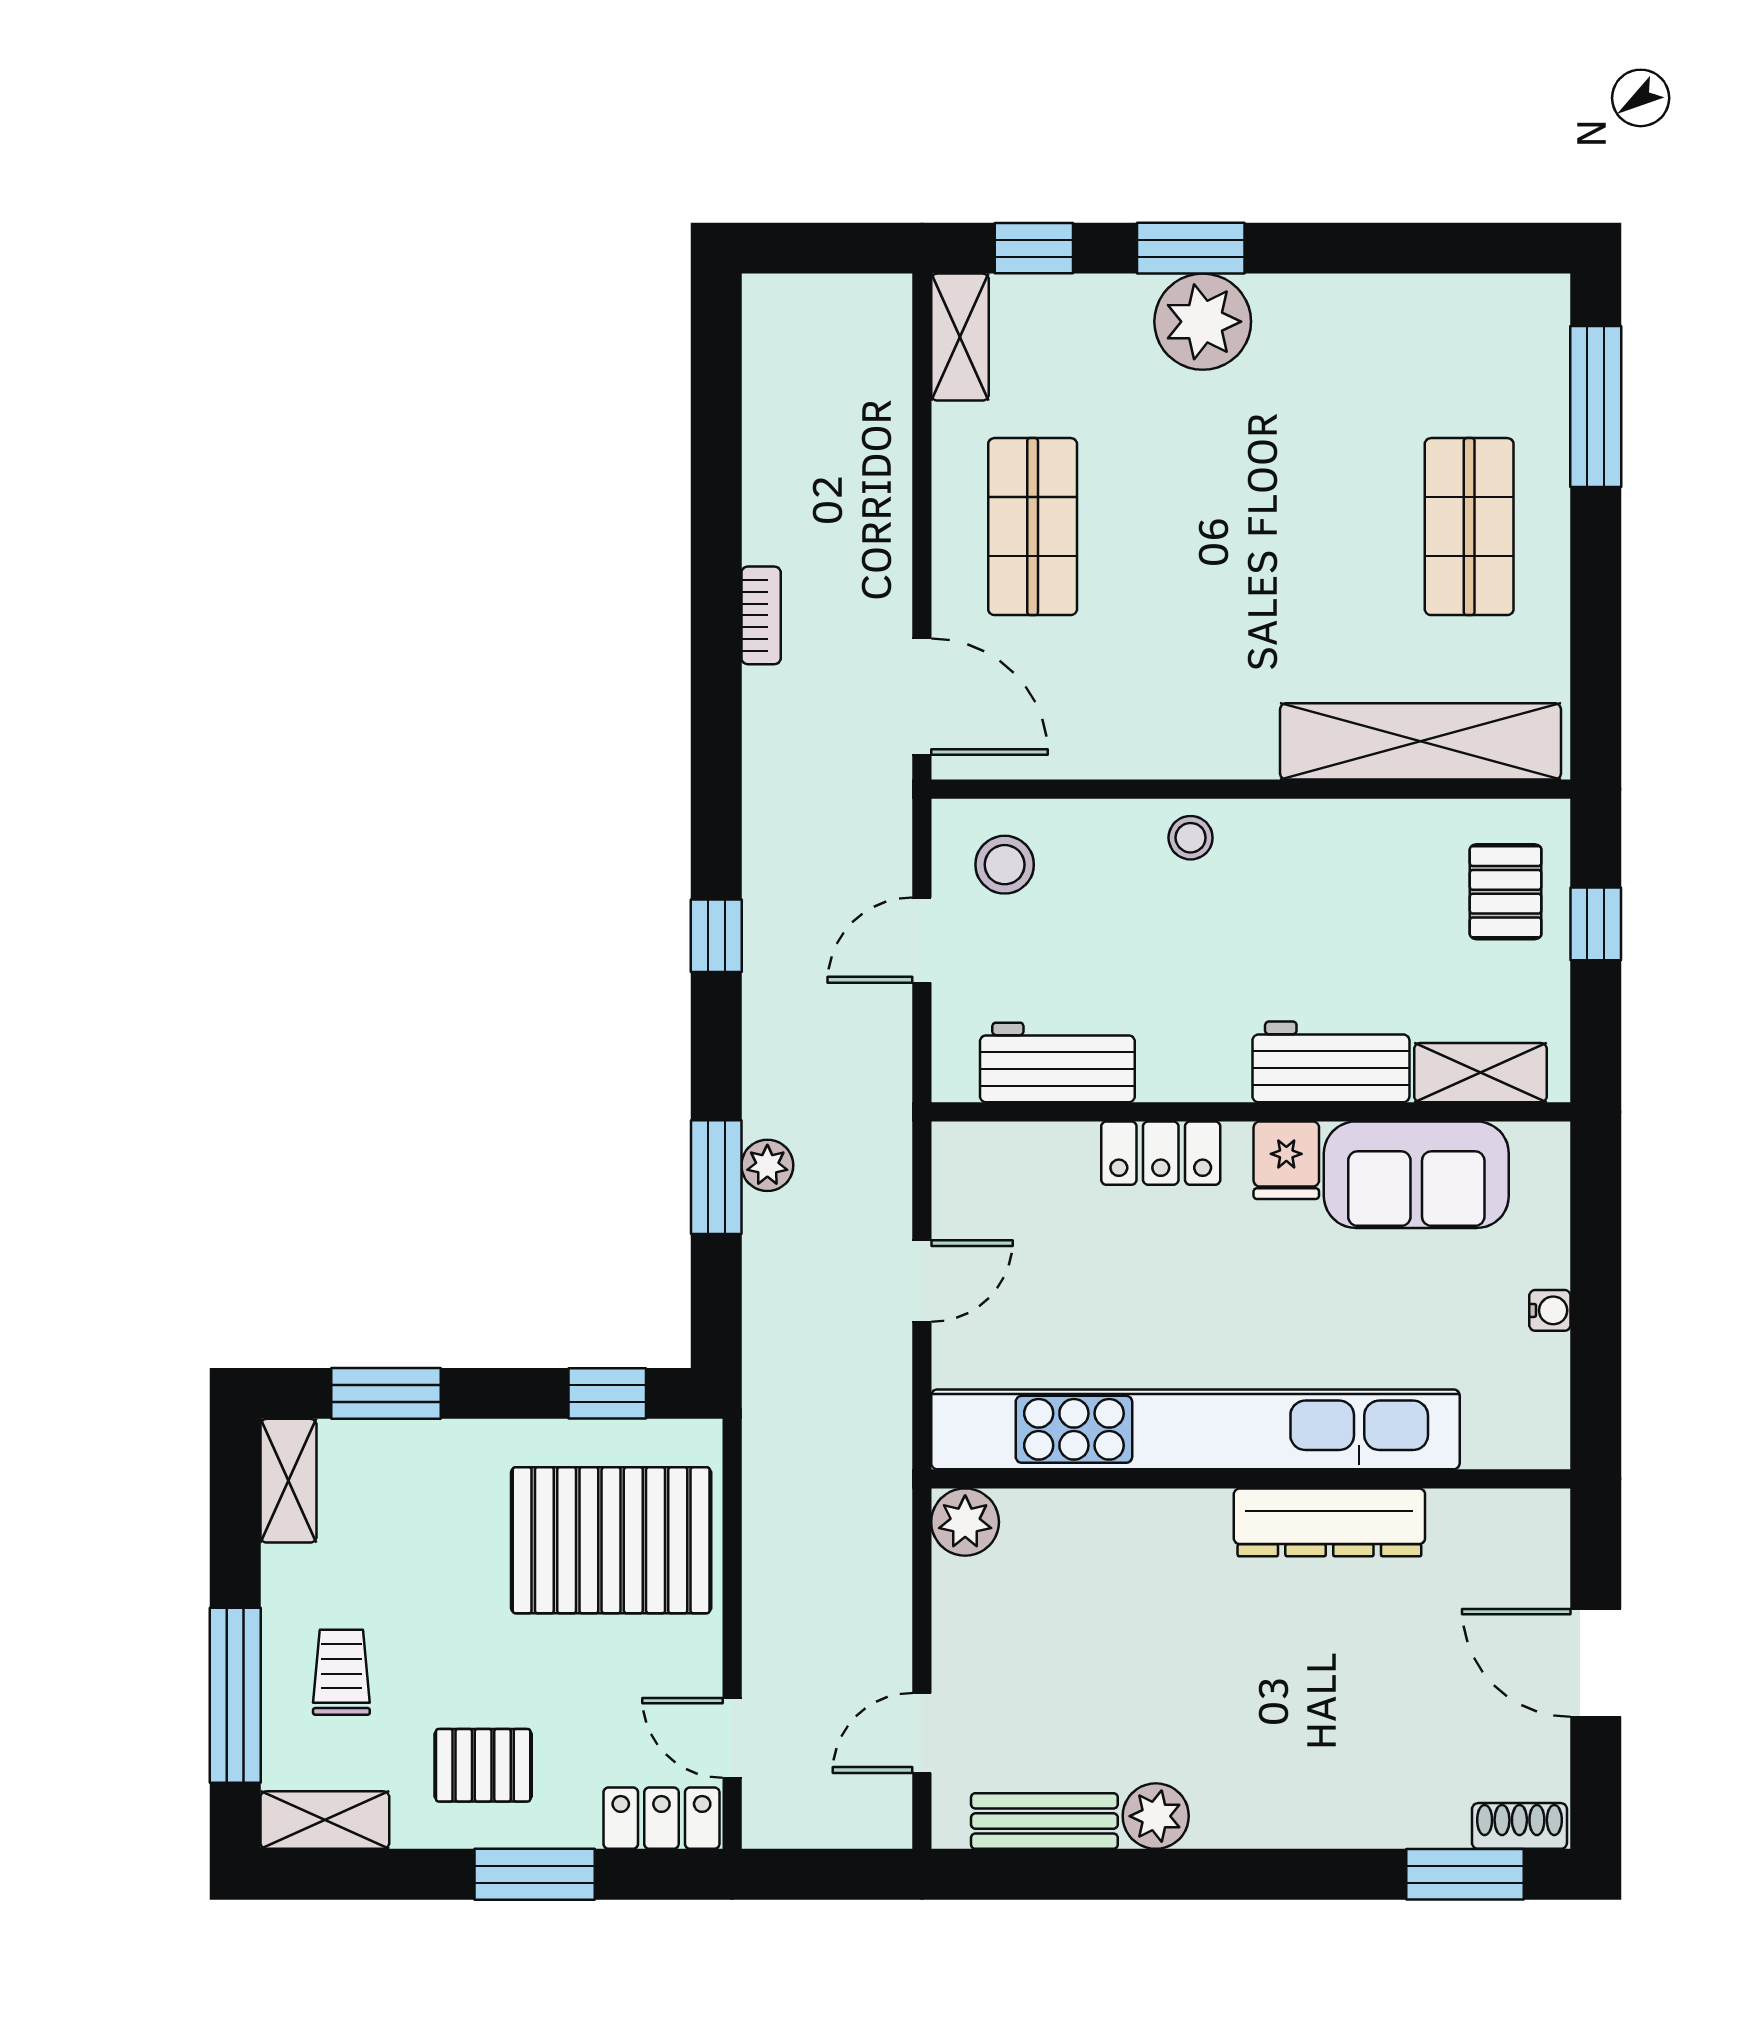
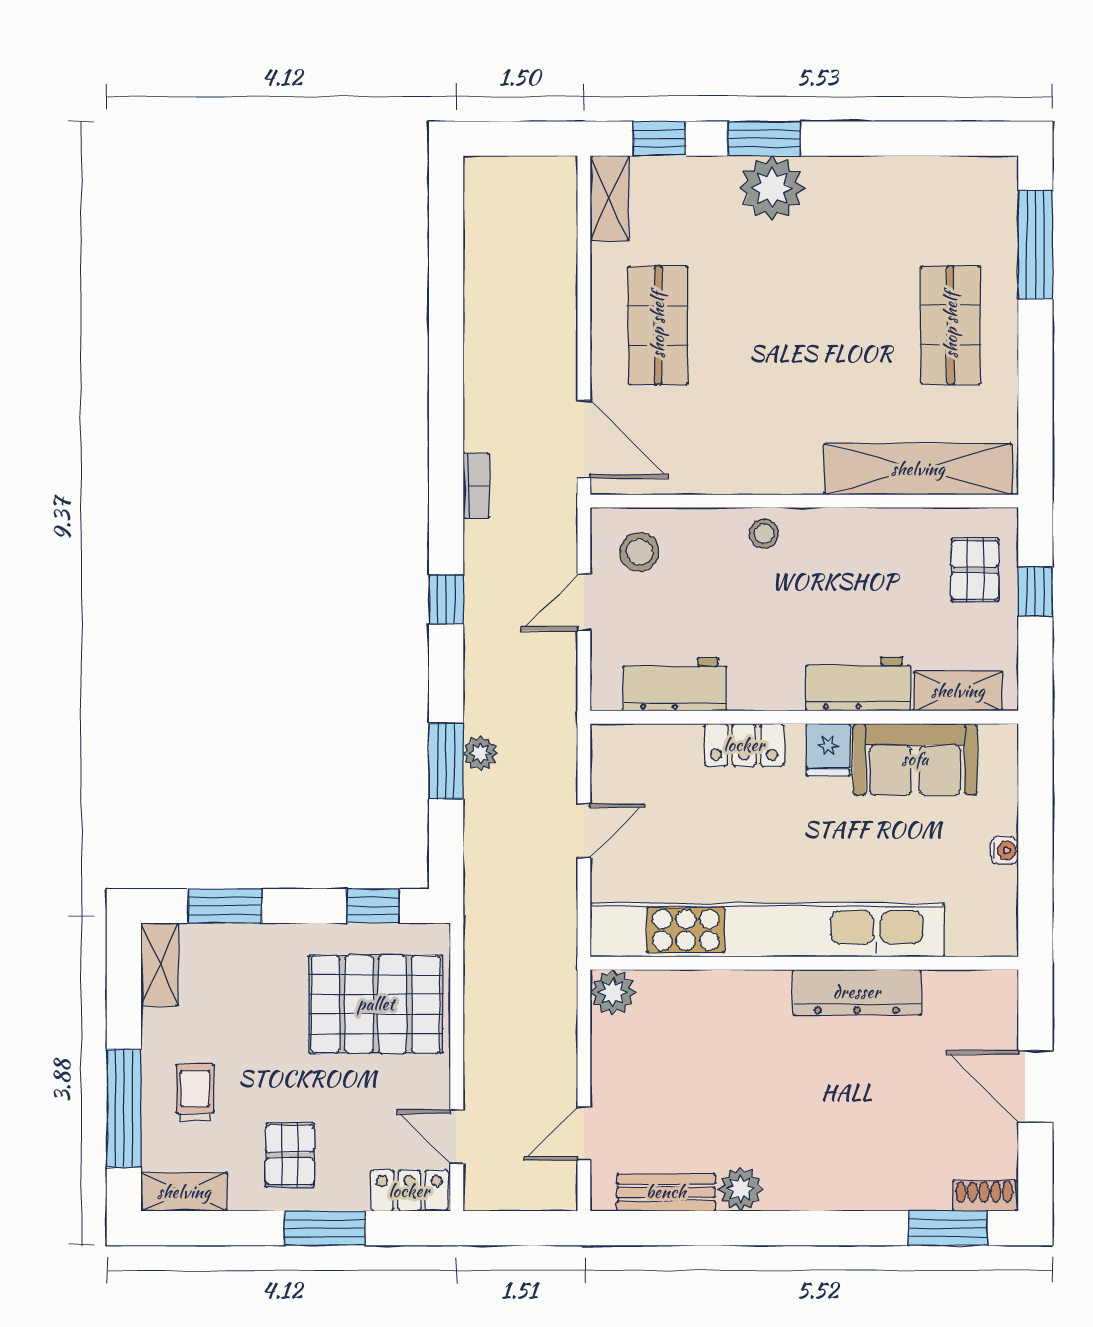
bookcase: (761, 615) -> (476, 486), moved
pallet: (483, 1765) -> (290, 1155), turned 90

